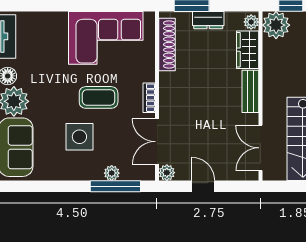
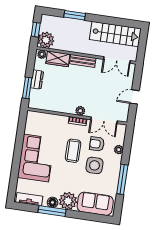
corner sofa: (106, 38) -> (36, 158), moved
shoe rack: (167, 44) -> (48, 106), removed
armchair: (116, 135) -> (97, 144), added
plant: (167, 173) -> (80, 111), moved
window: (115, 186) -> (122, 179), moved

